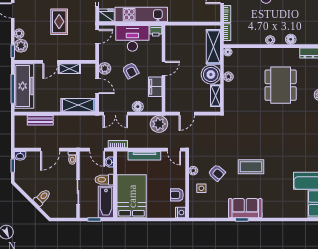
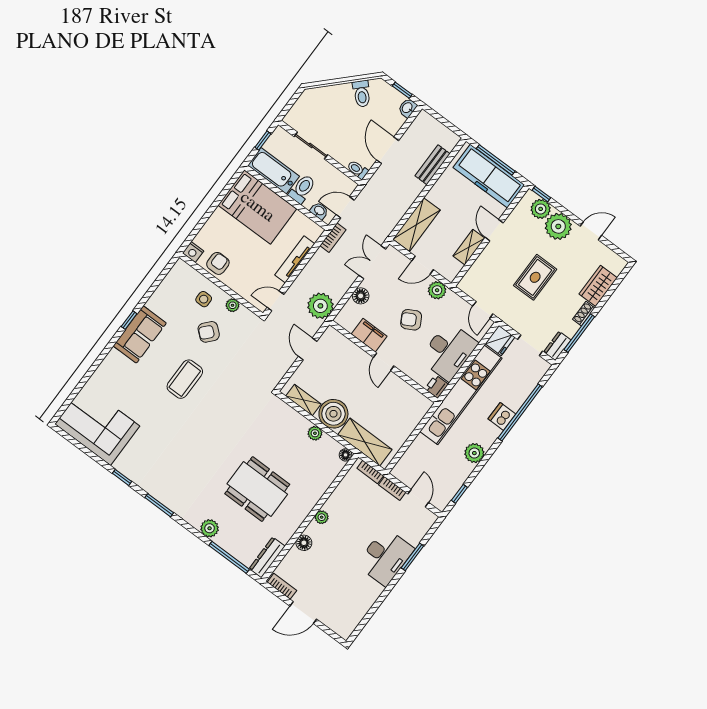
kitchen unit: (141, 15) -> (461, 395), width x1.36
rug: (59, 22) -> (535, 277), turned 90
plant: (19, 34) -> (558, 226), width x1.88, depth x1.88
toilet: (42, 197) -> (362, 94), moved

